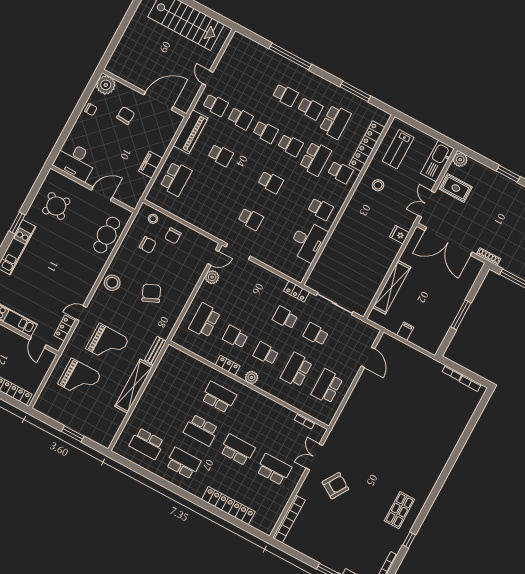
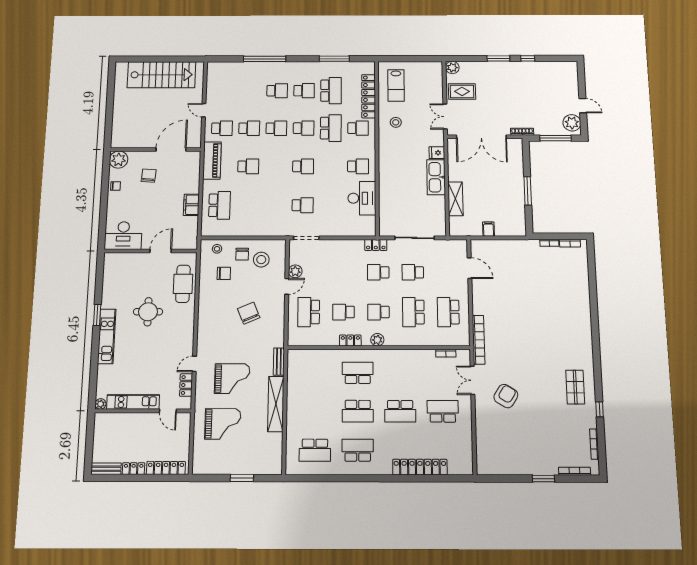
kitchen sink: (438, 161) -> (436, 177), moved
round table: (56, 206) -> (148, 312), moved, turned -37
door: (213, 257) -> (287, 286), moved
stool: (112, 283) -> (261, 260), moved
shelving: (392, 287) -> (455, 199), width x0.68
school desk: (237, 450) -> (400, 411), turned 180
bookcase: (289, 519) -> (479, 340), moved

